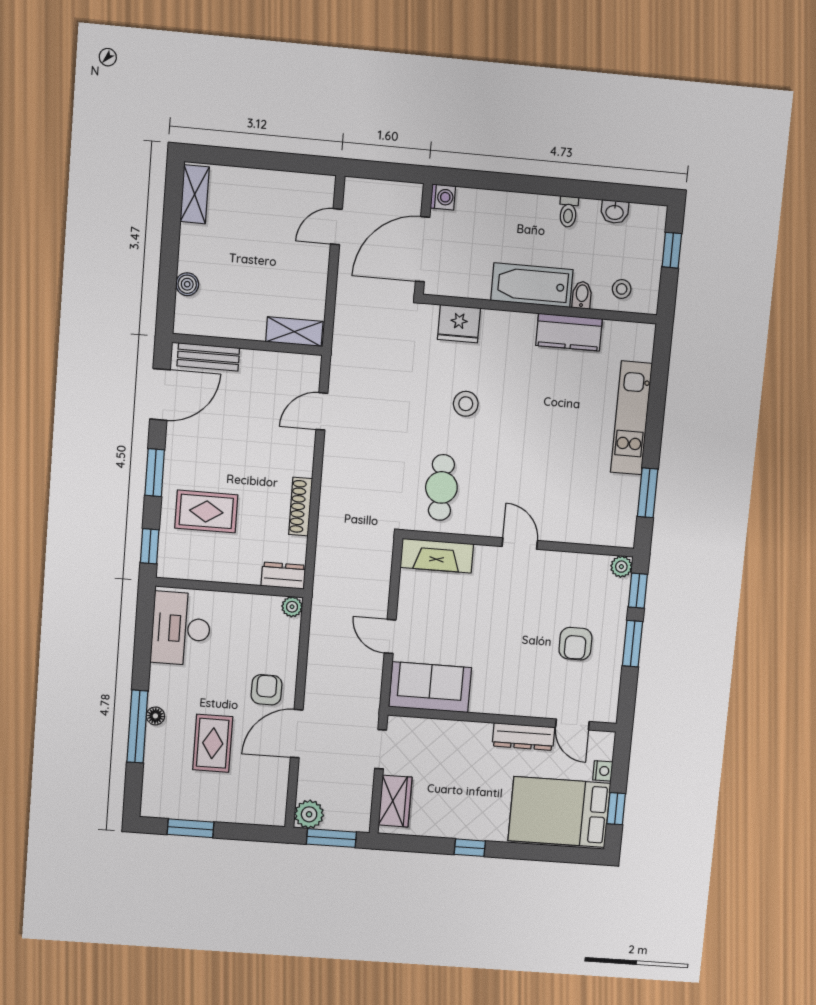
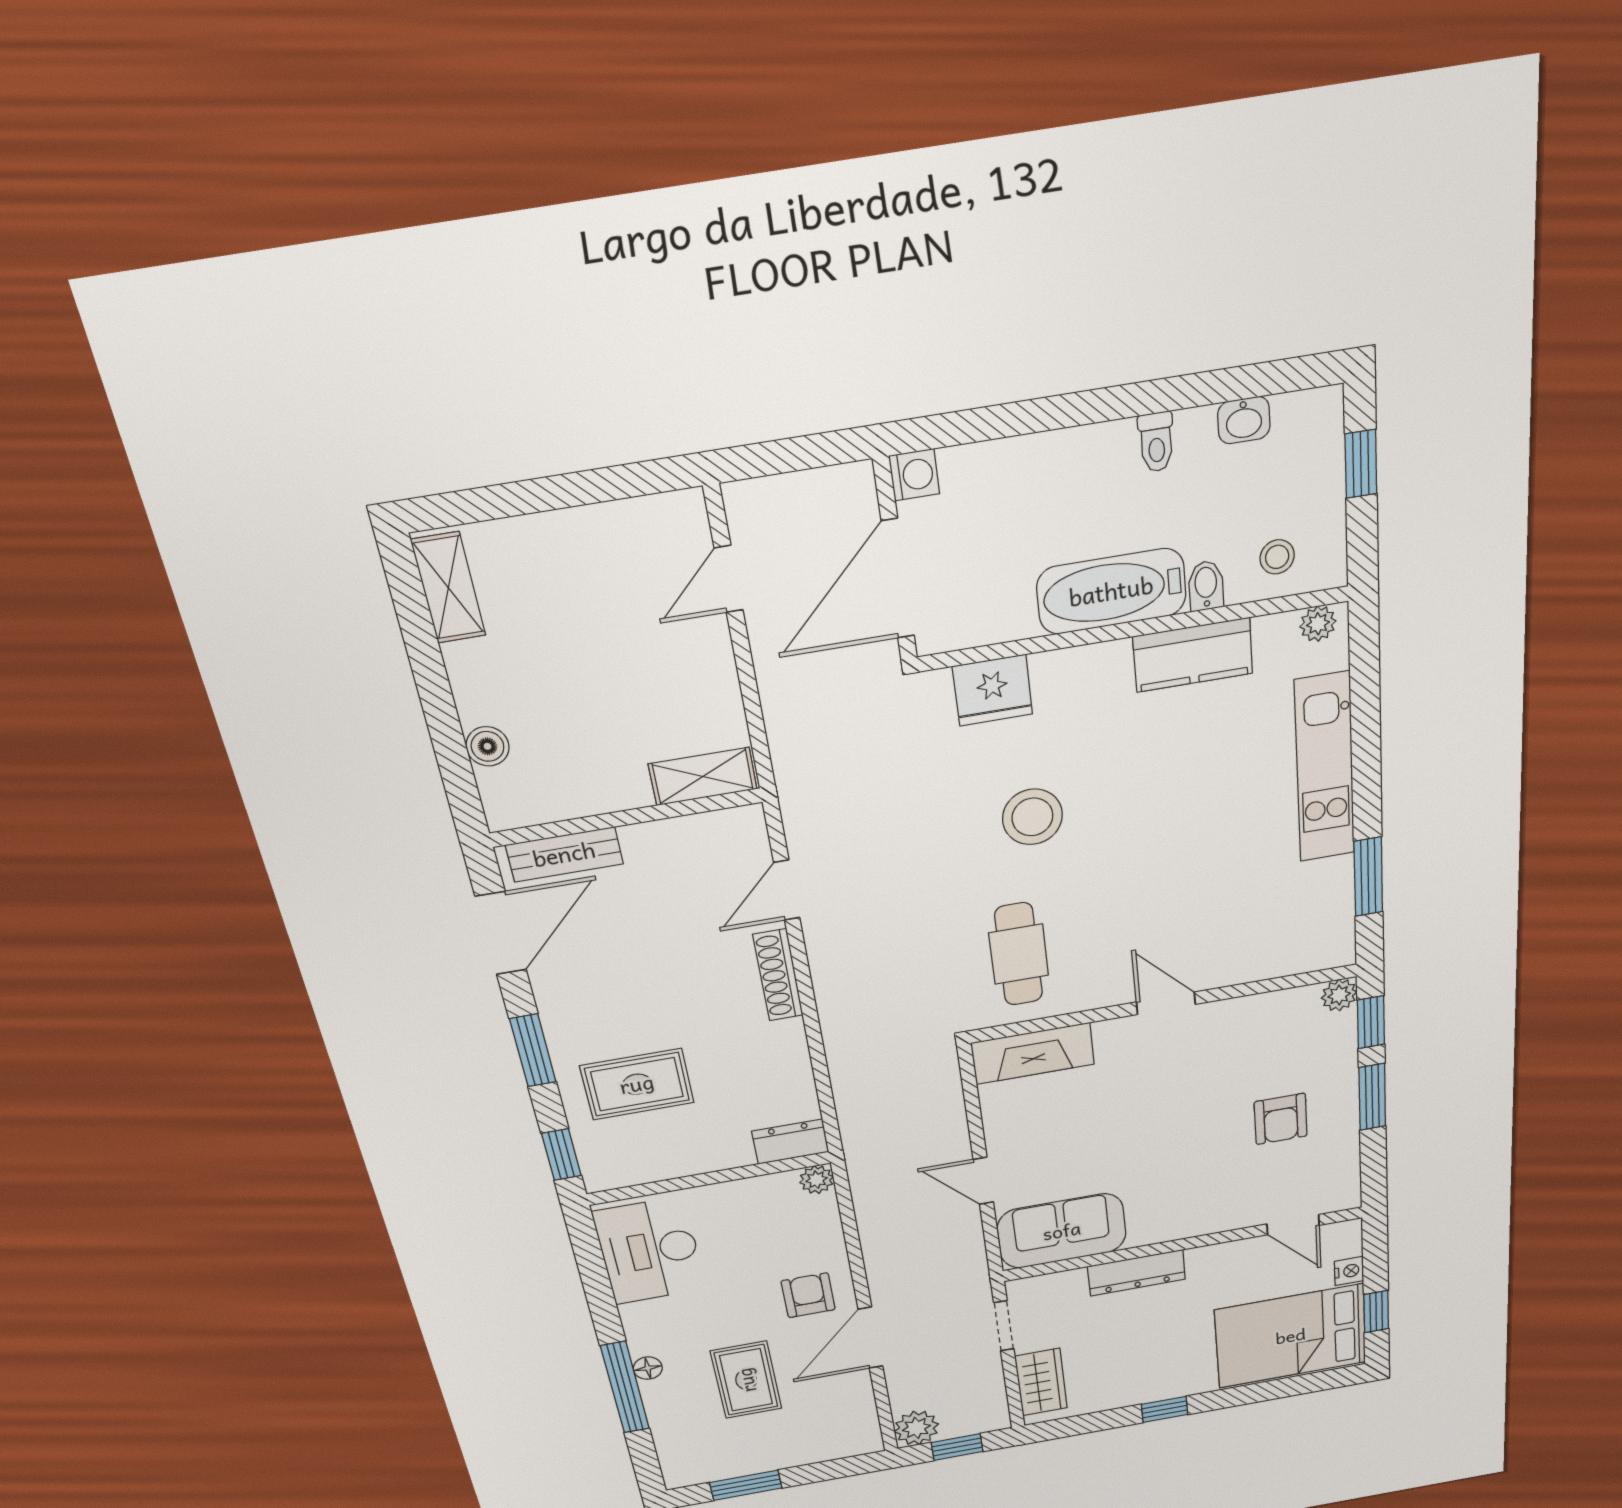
plant: (638, 332) -> (1318, 624), added
stool: (466, 404) -> (1032, 817), width x1.38, depth x1.38
shoe rack: (301, 507) -> (778, 975), moved
dresser: (523, 737) -> (1137, 1273), moved
window: (331, 838) -> (957, 1447), width x0.67

